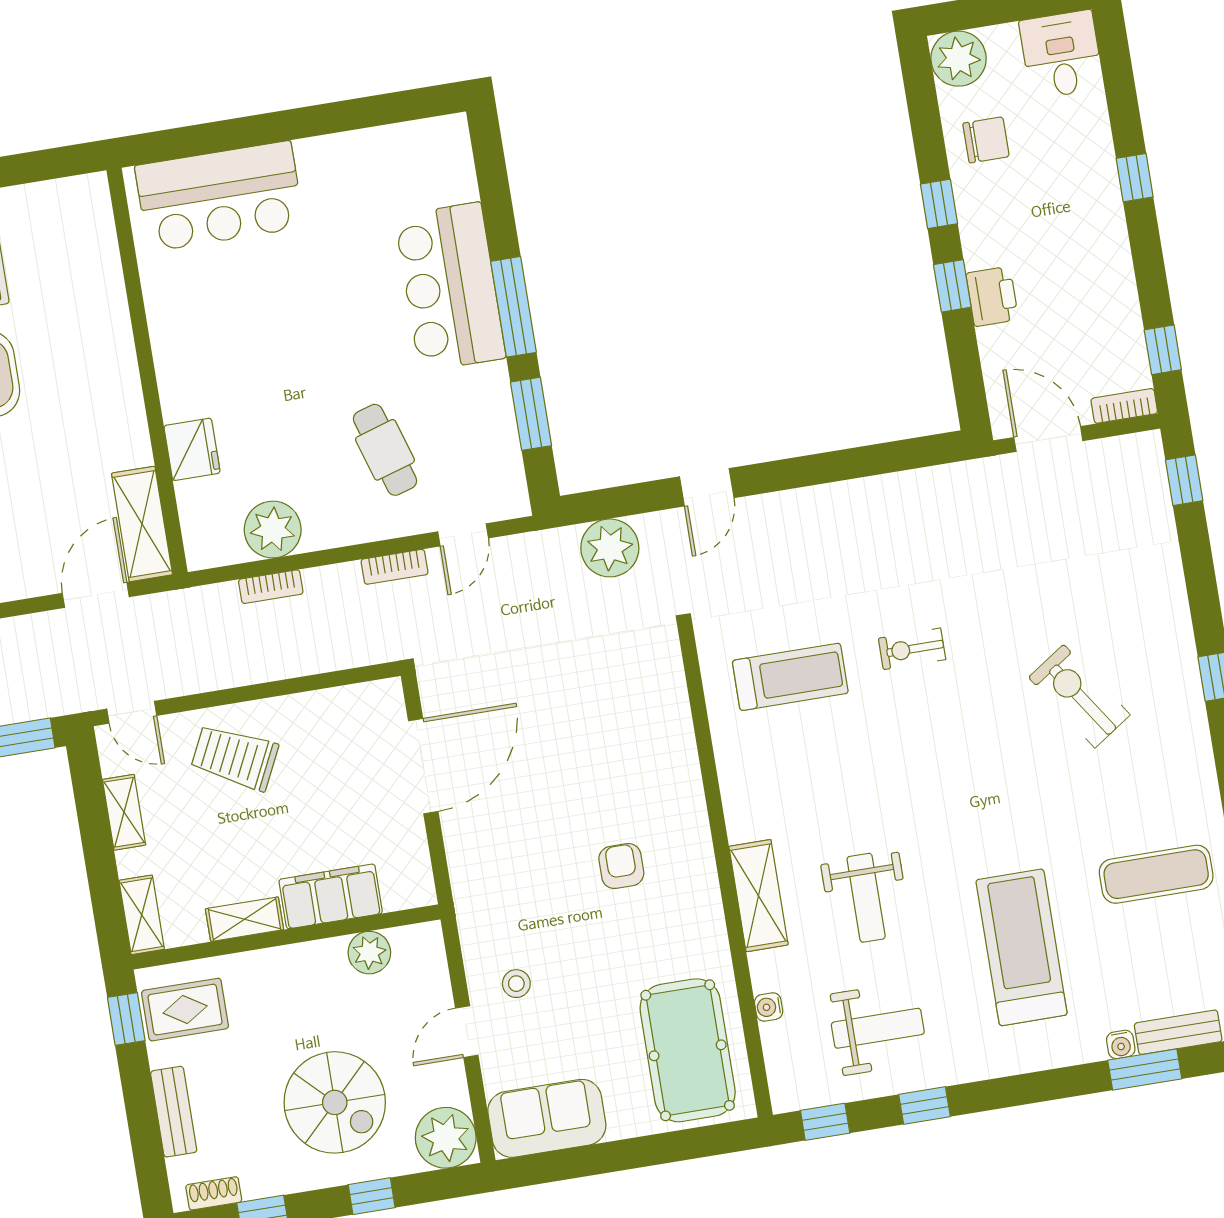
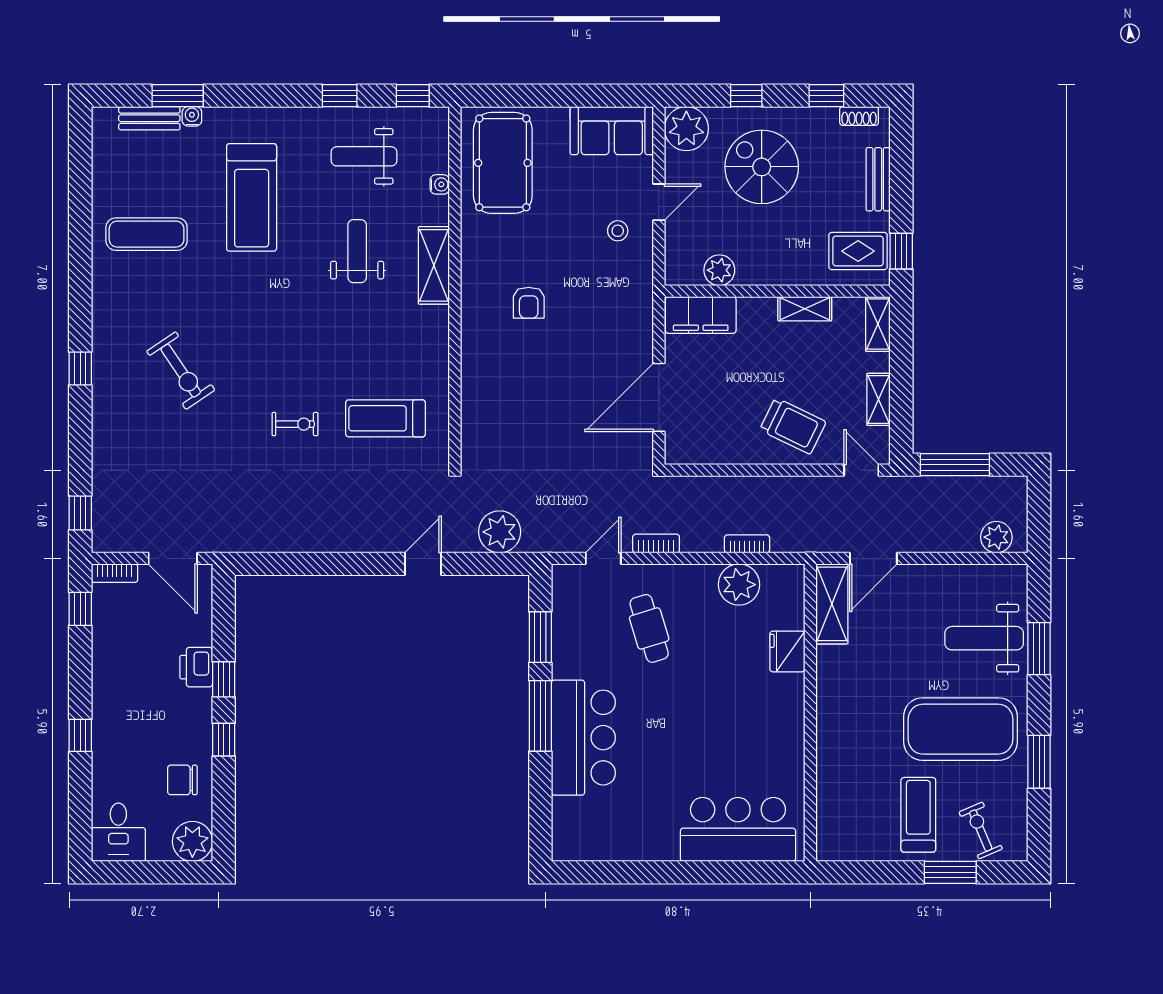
filing cabinet: (331, 896) -> (701, 315), moved

